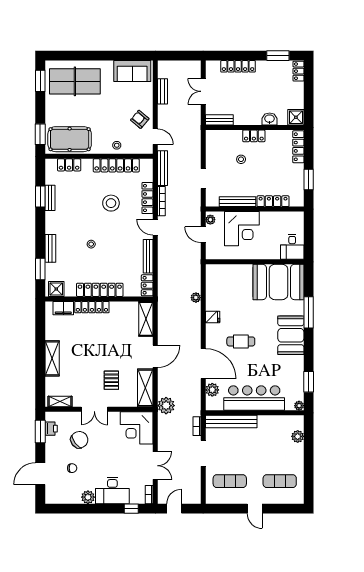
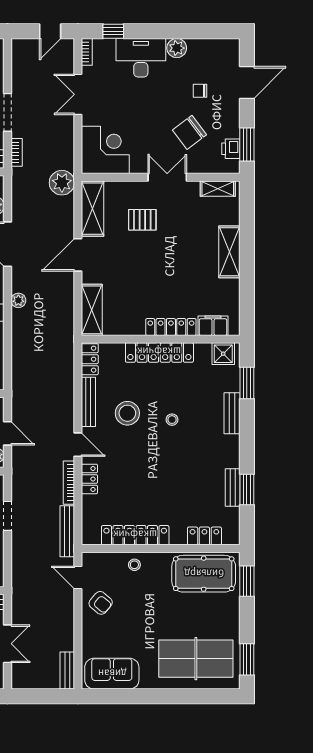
bench: (163, 91) -> (67, 671), moved
locker: (147, 198) -> (89, 479), width x0.66
stool: (111, 203) -> (127, 413), moved
plant: (196, 298) -> (18, 300), moved
pallet: (111, 380) -> (142, 220), turned 90

